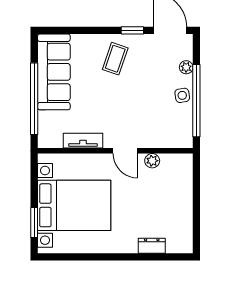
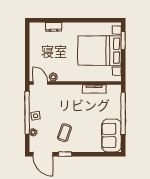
coffee table: (115, 59) -> (64, 133), moved
sofa: (54, 72) -> (111, 136), width x0.73
door: (125, 151) -> (40, 83), moved

